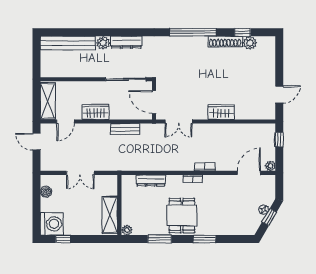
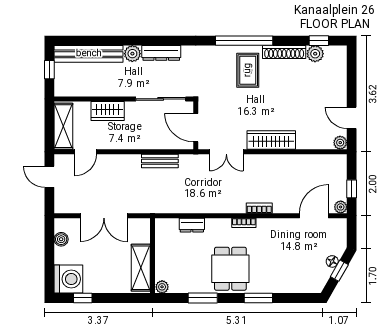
window: (242, 32) -> (319, 41), moved
window: (37, 56) -> (49, 70), added
rug: (196, 56) -> (248, 70), added
door: (279, 94) -> (352, 118), swing flipped
wardrobe: (96, 112) -> (108, 111), moved, turned 180
wardrobe: (221, 112) -> (271, 140), width x1.50
plant: (270, 114) -> (340, 143), added
window: (279, 140) -> (352, 189), moved
double door: (80, 173) -> (104, 216), width x1.37
dresser: (151, 180) -> (192, 225), width x0.70

